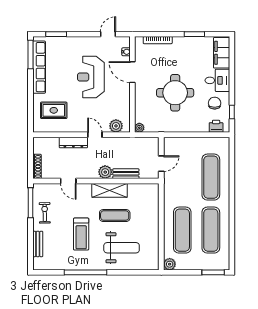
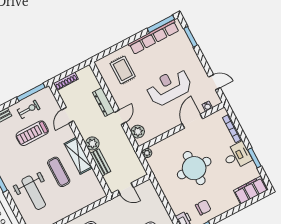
desk: (217, 80) -> (237, 156), moved, turned -90
treadmill: (81, 234) -> (32, 133), moved

